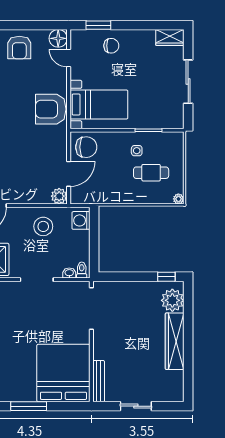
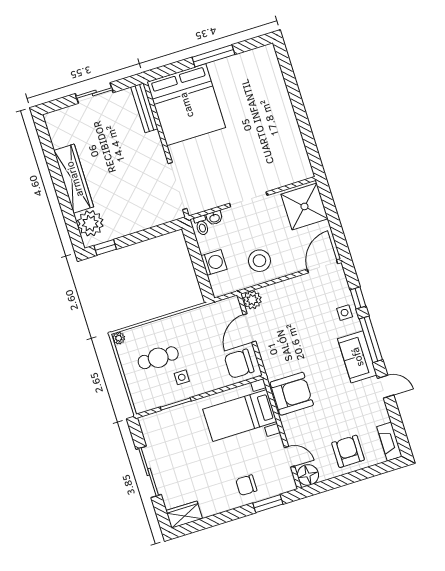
washing machine: (81, 220) -> (214, 262), moved

